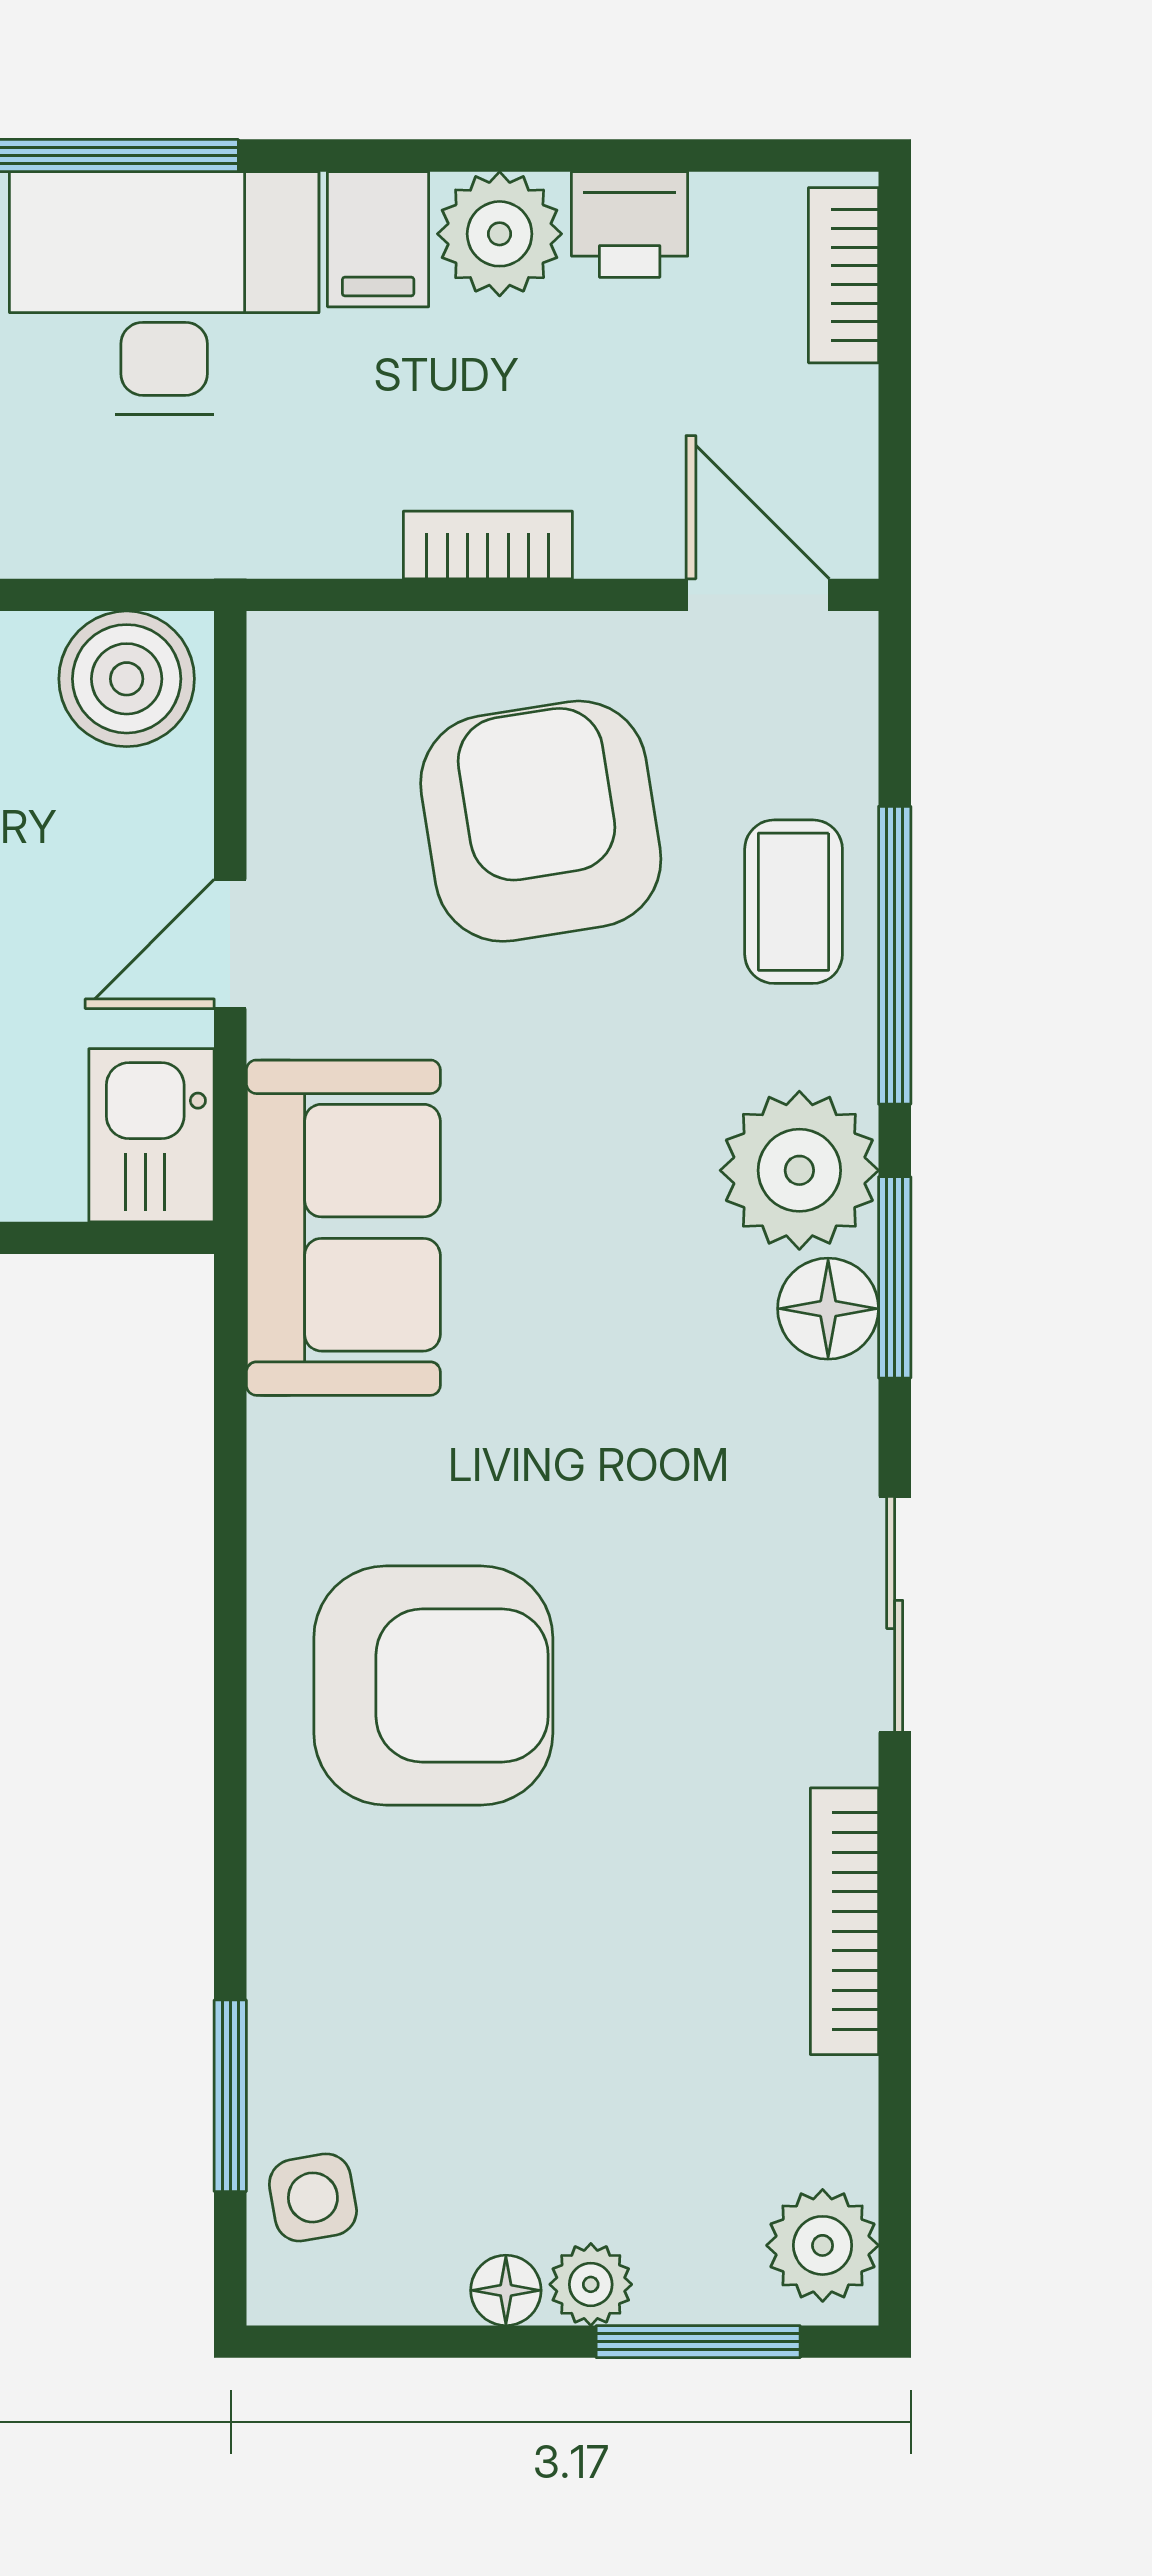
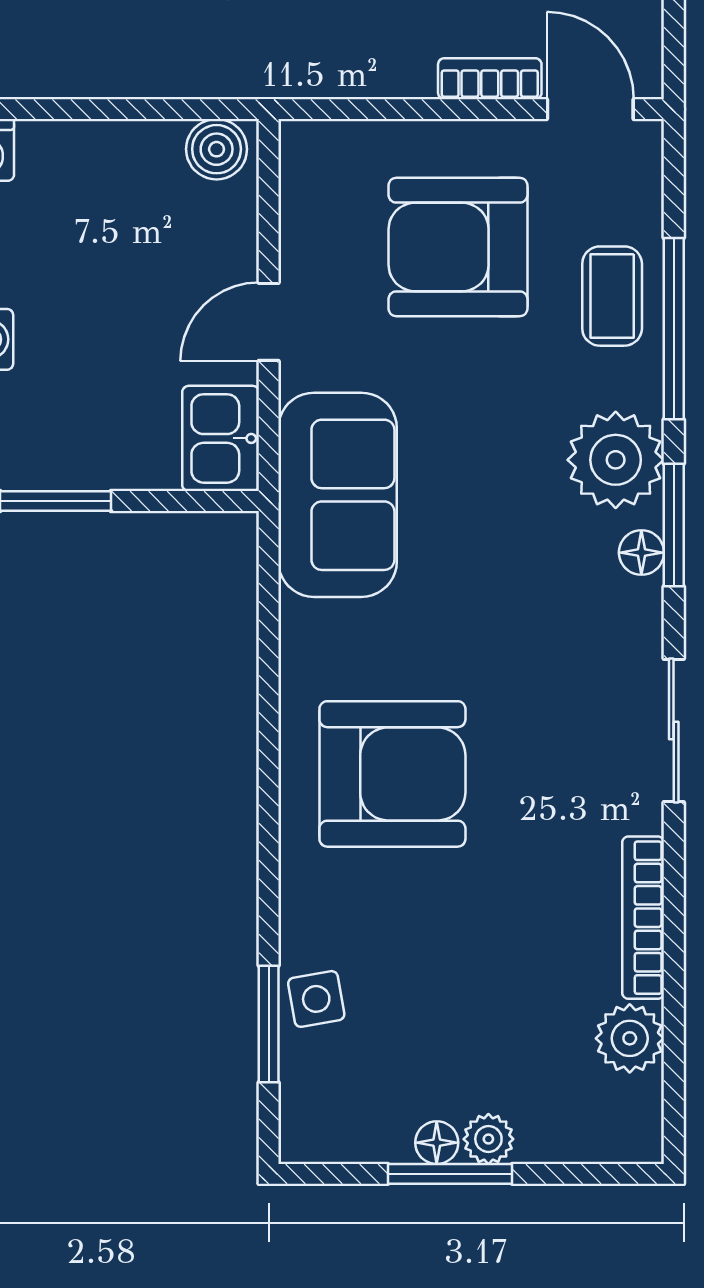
bookcase: (488, 545) -> (490, 79), moved
boiler: (127, 679) -> (217, 149), width x0.73, depth x0.73
armchair: (541, 821) -> (458, 247), turned -81
floor lamp: (828, 1309) -> (641, 553), width x0.73, depth x0.73
side table: (313, 2197) -> (316, 999), moved
plant: (823, 2245) -> (630, 1038), moved
window: (698, 2342) -> (450, 1174), moved

